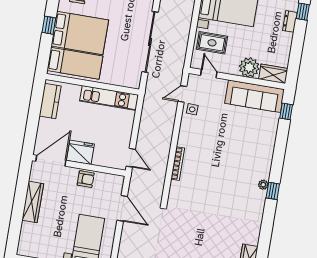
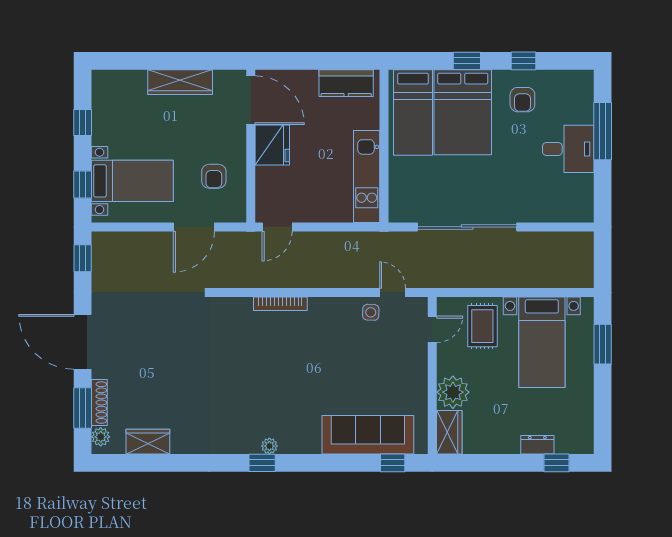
sofa: (255, 96) -> (368, 435), moved, turned 90
armchair: (86, 179) -> (214, 176), moved

